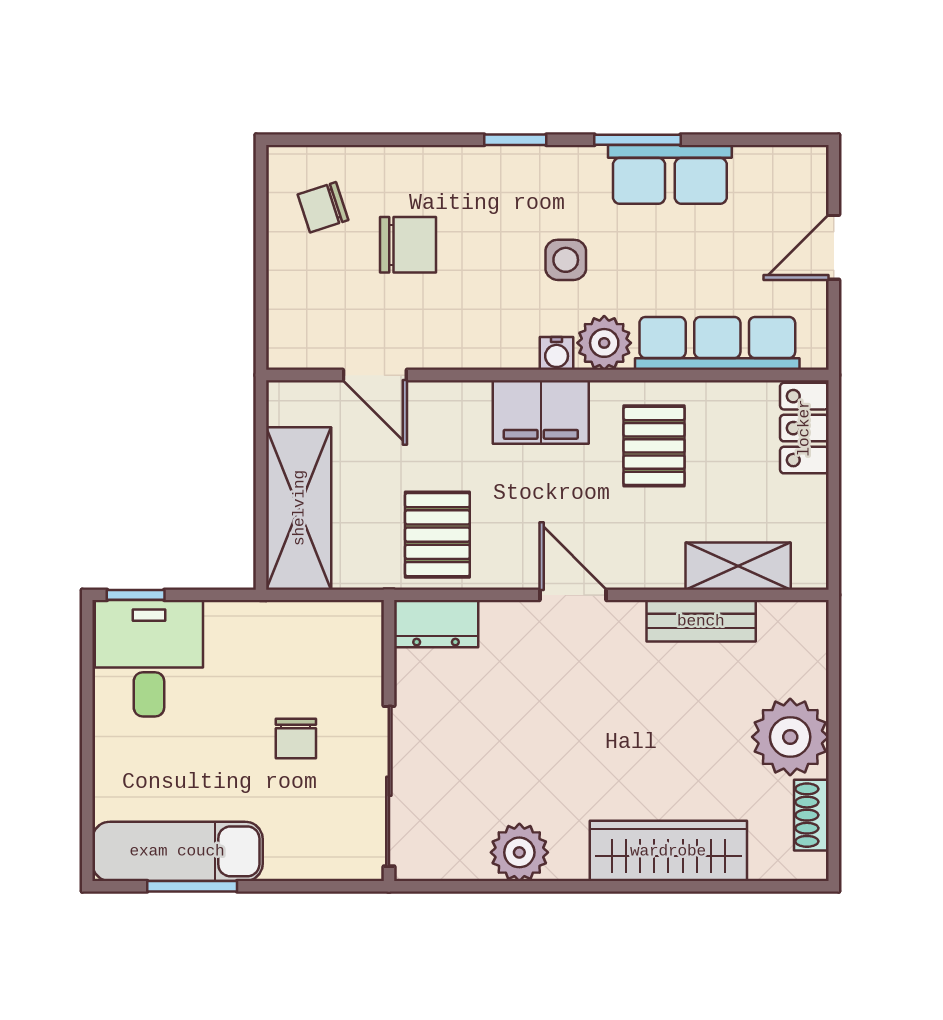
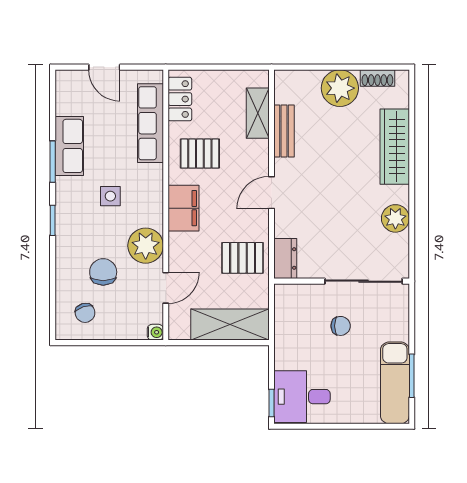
plant: (604, 343) -> (146, 246), moved, width x1.36, depth x1.36
water cooler: (557, 353) -> (155, 332), moved
locker: (804, 428) -> (180, 99), moved, turned -90

